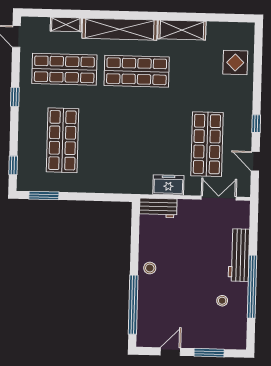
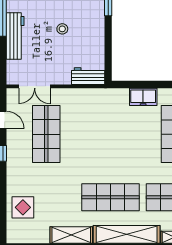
freezer: (168, 185) -> (143, 97), moved
stool: (150, 268) -> (62, 29), moved

